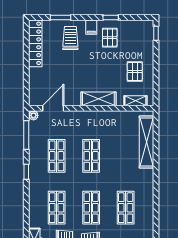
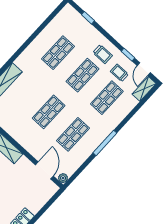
door: (53, 108) -> (44, 170), swing flipped
window: (26, 135) -> (81, 169), removed
window: (26, 172) -> (105, 143), width x2.17

